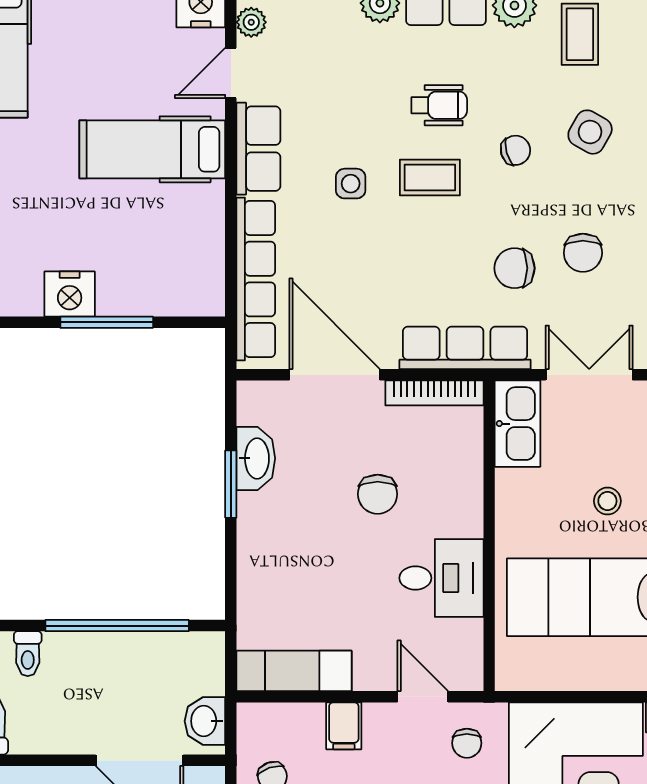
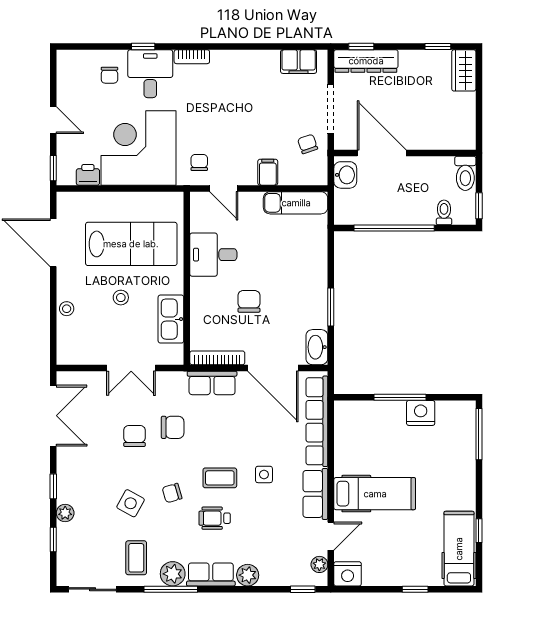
row of seats: (465, 348) -> (212, 383), width x0.68
kitchen sink: (518, 424) -> (171, 319), moved
washbasin: (256, 458) -> (317, 347), moved

